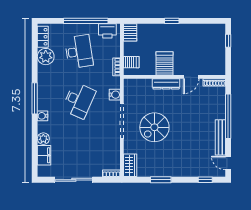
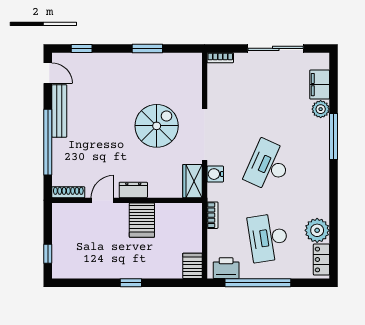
server rack: (131, 62) -> (191, 222), removed
dresser: (166, 84) -> (133, 190), width x0.70
window: (35, 98) -> (333, 137), moved
water cooler: (43, 116) -> (322, 143), removed
wardrobe: (130, 165) -> (192, 181), moved

